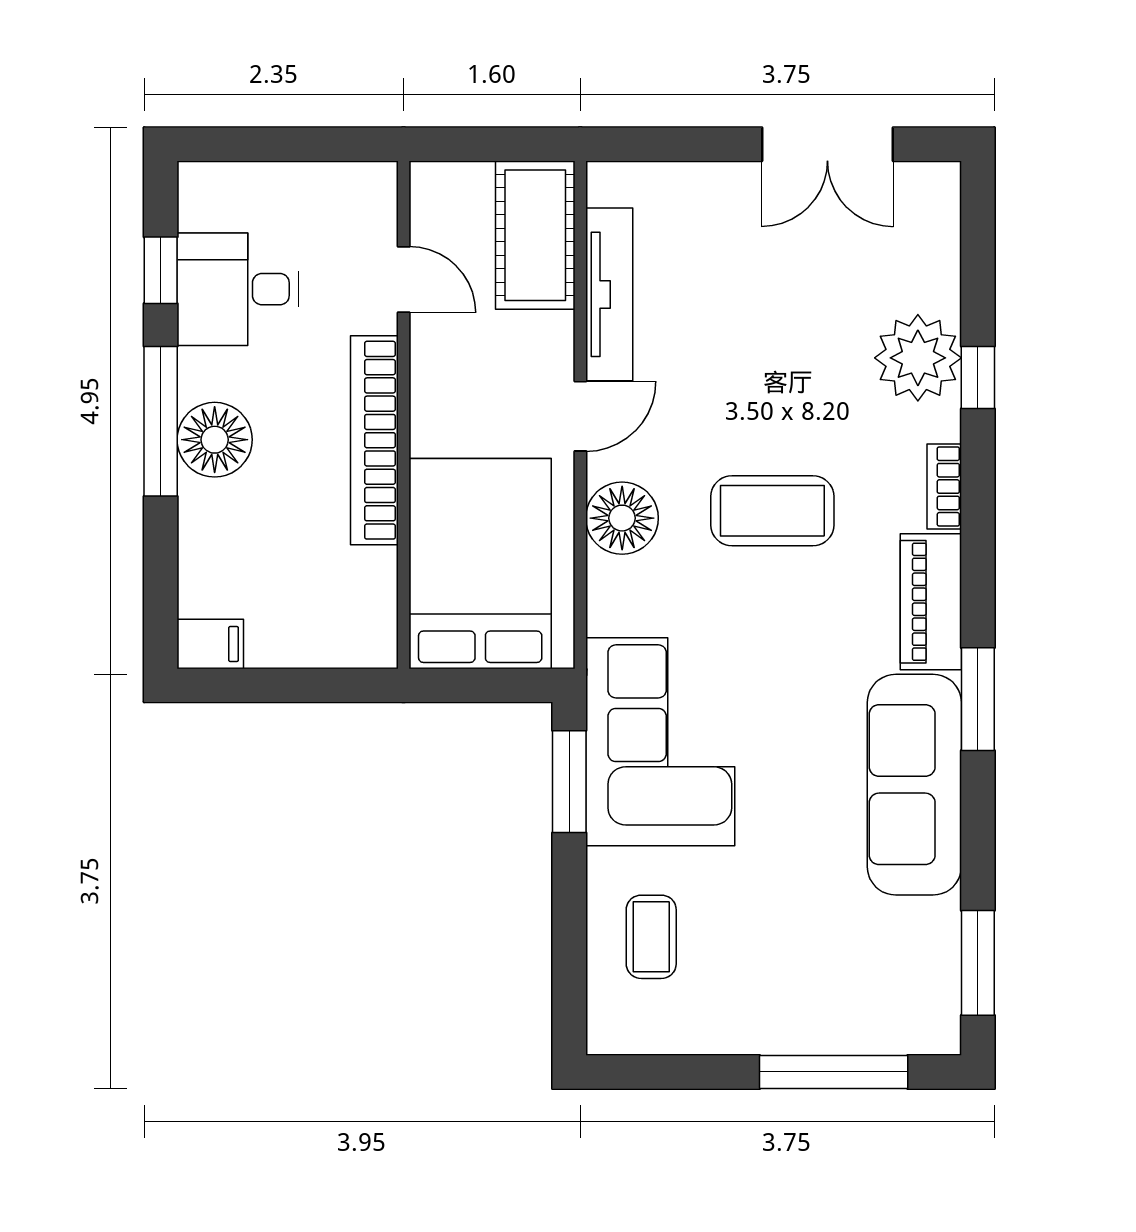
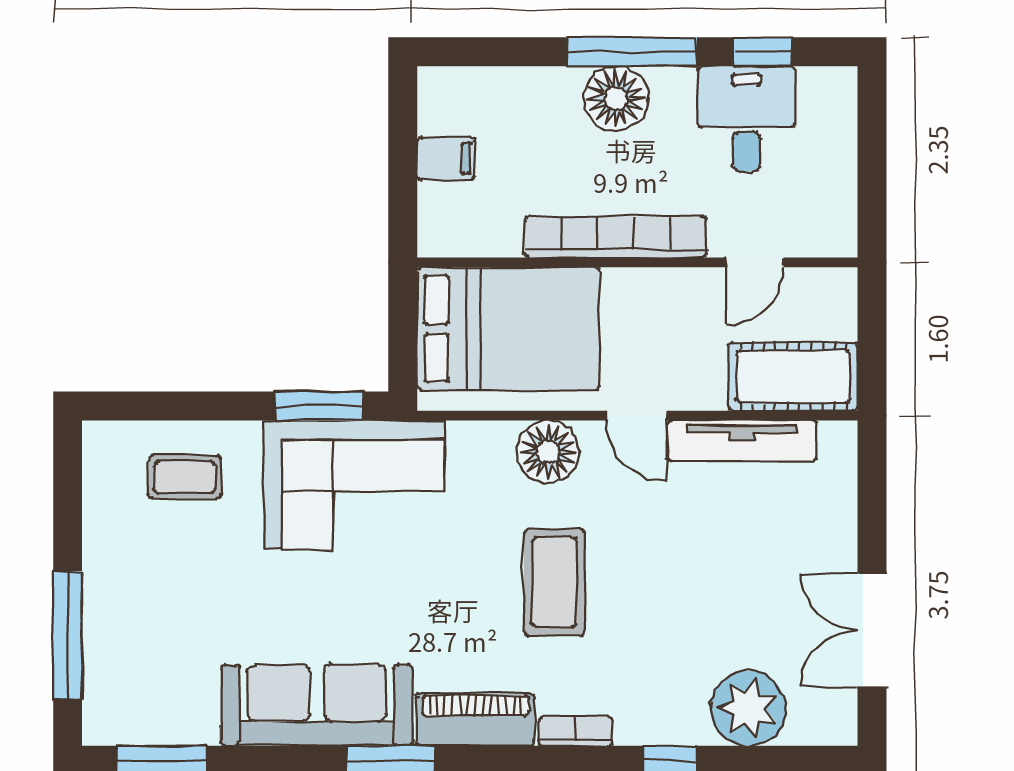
plant: (918, 358) -> (748, 708), moved
filing cabinet: (210, 644) -> (446, 158), moved, turned -90

